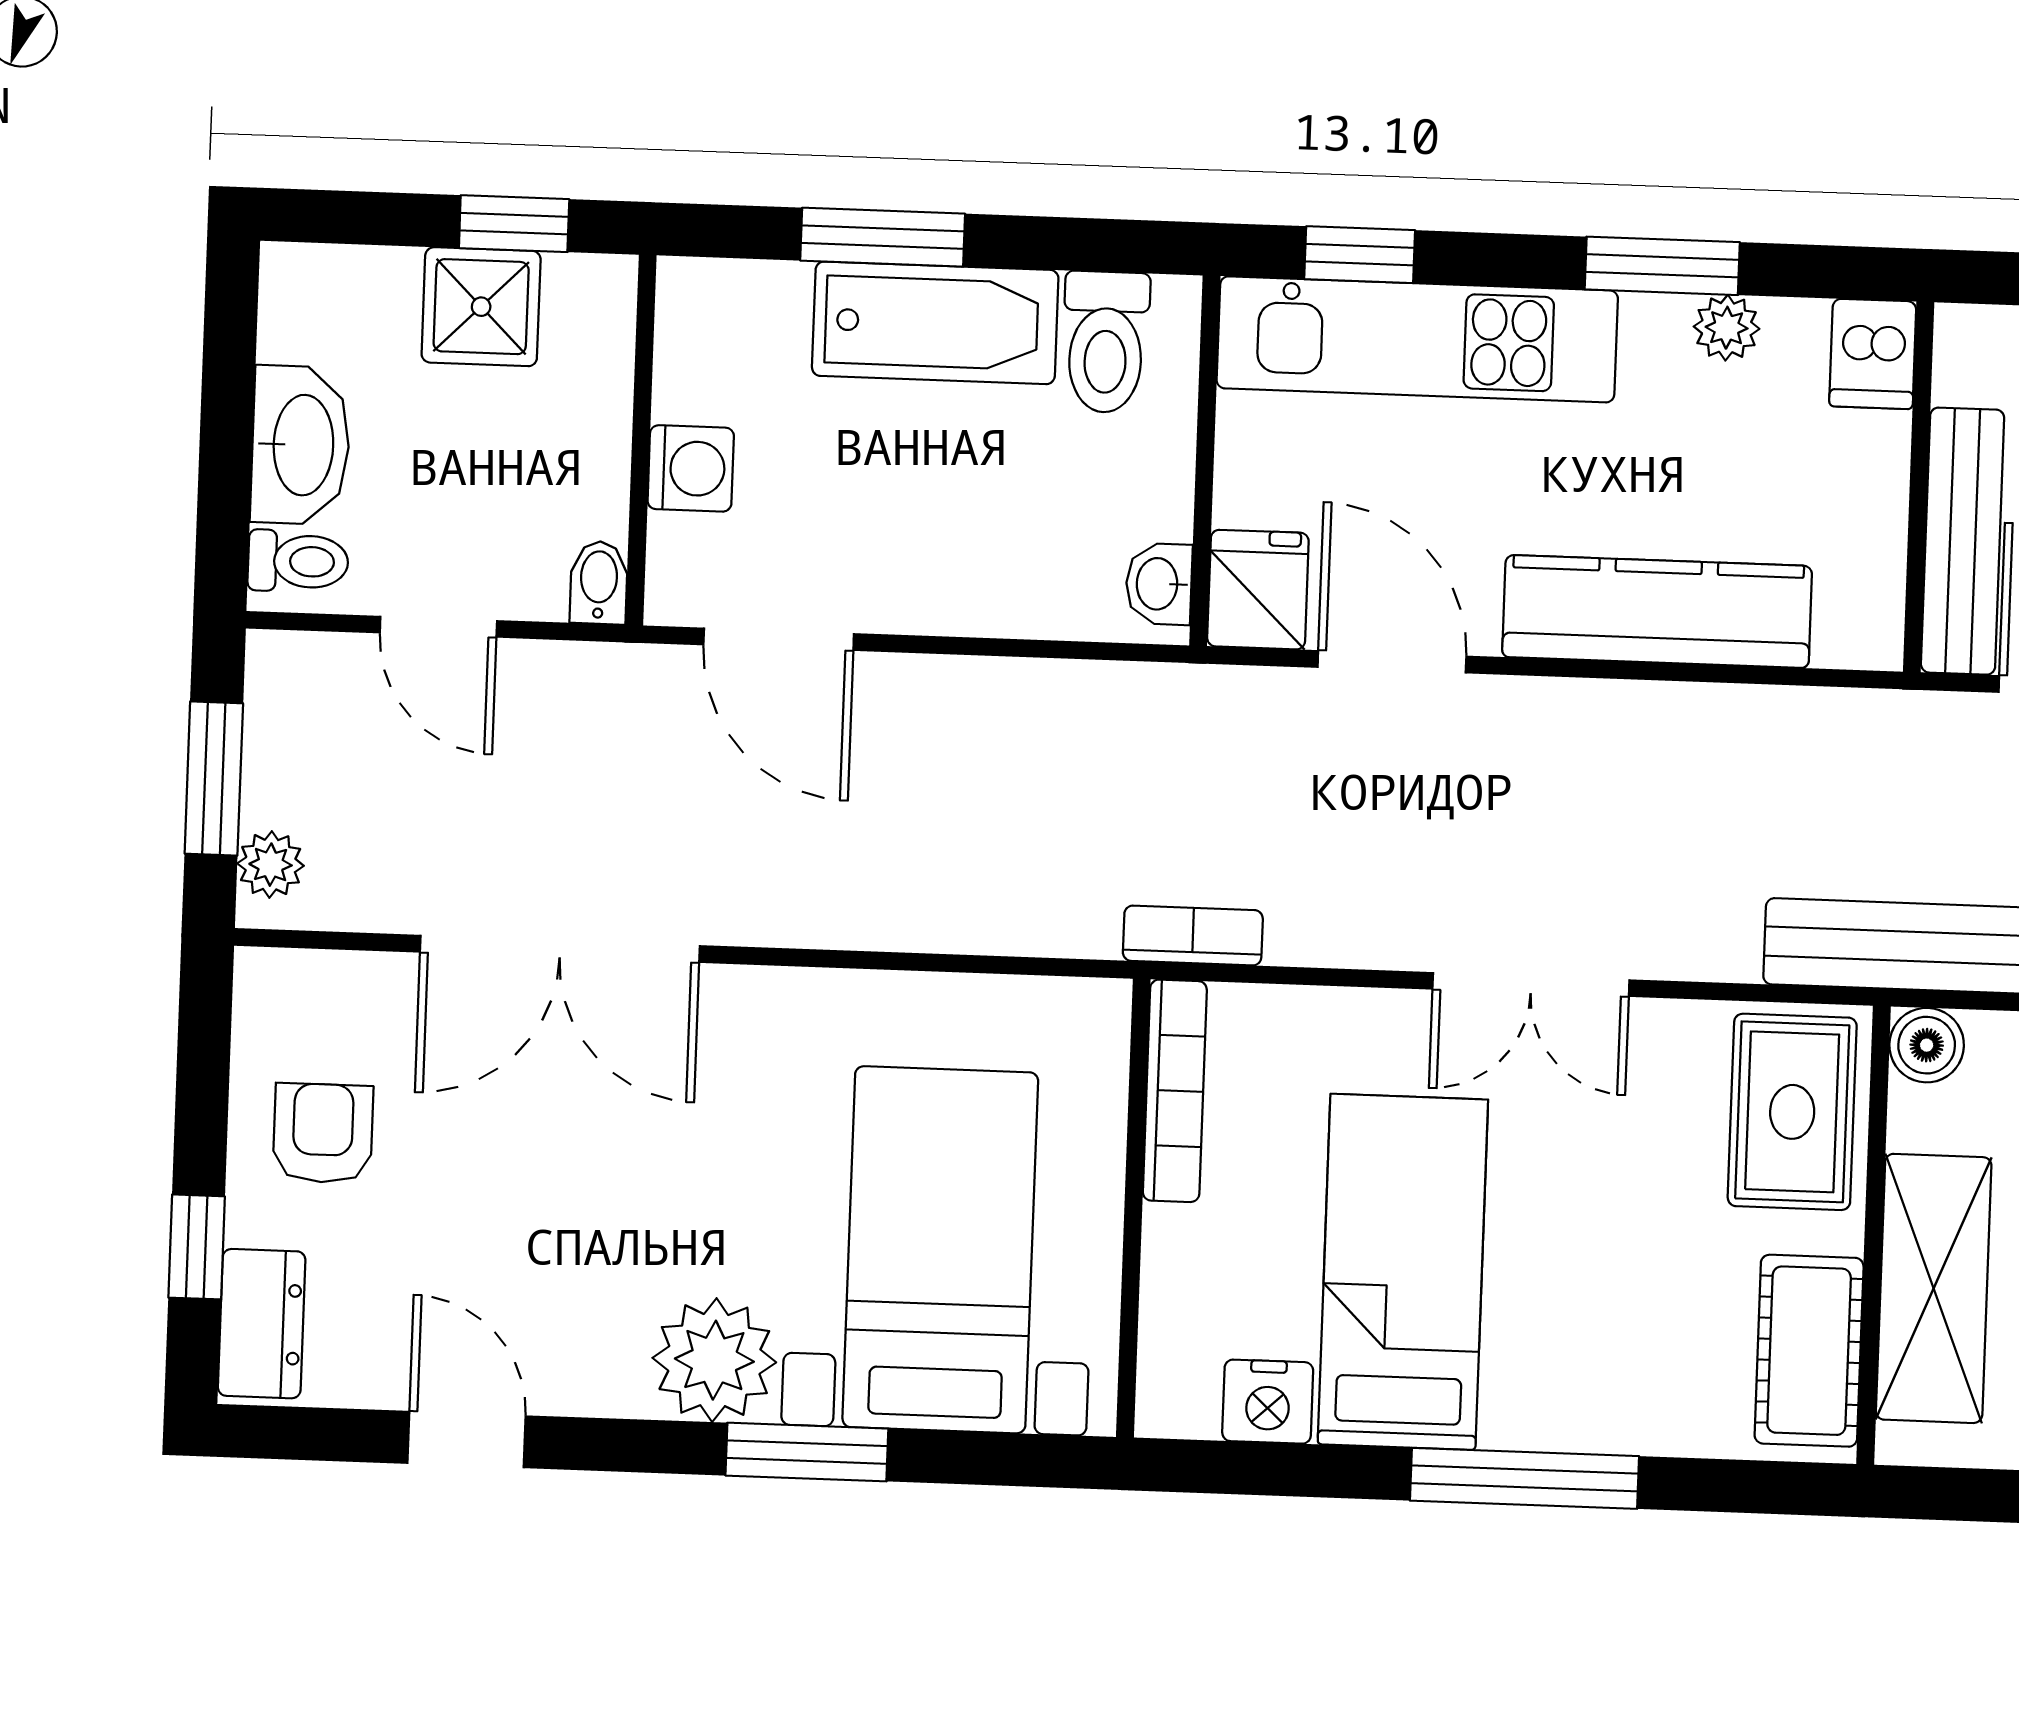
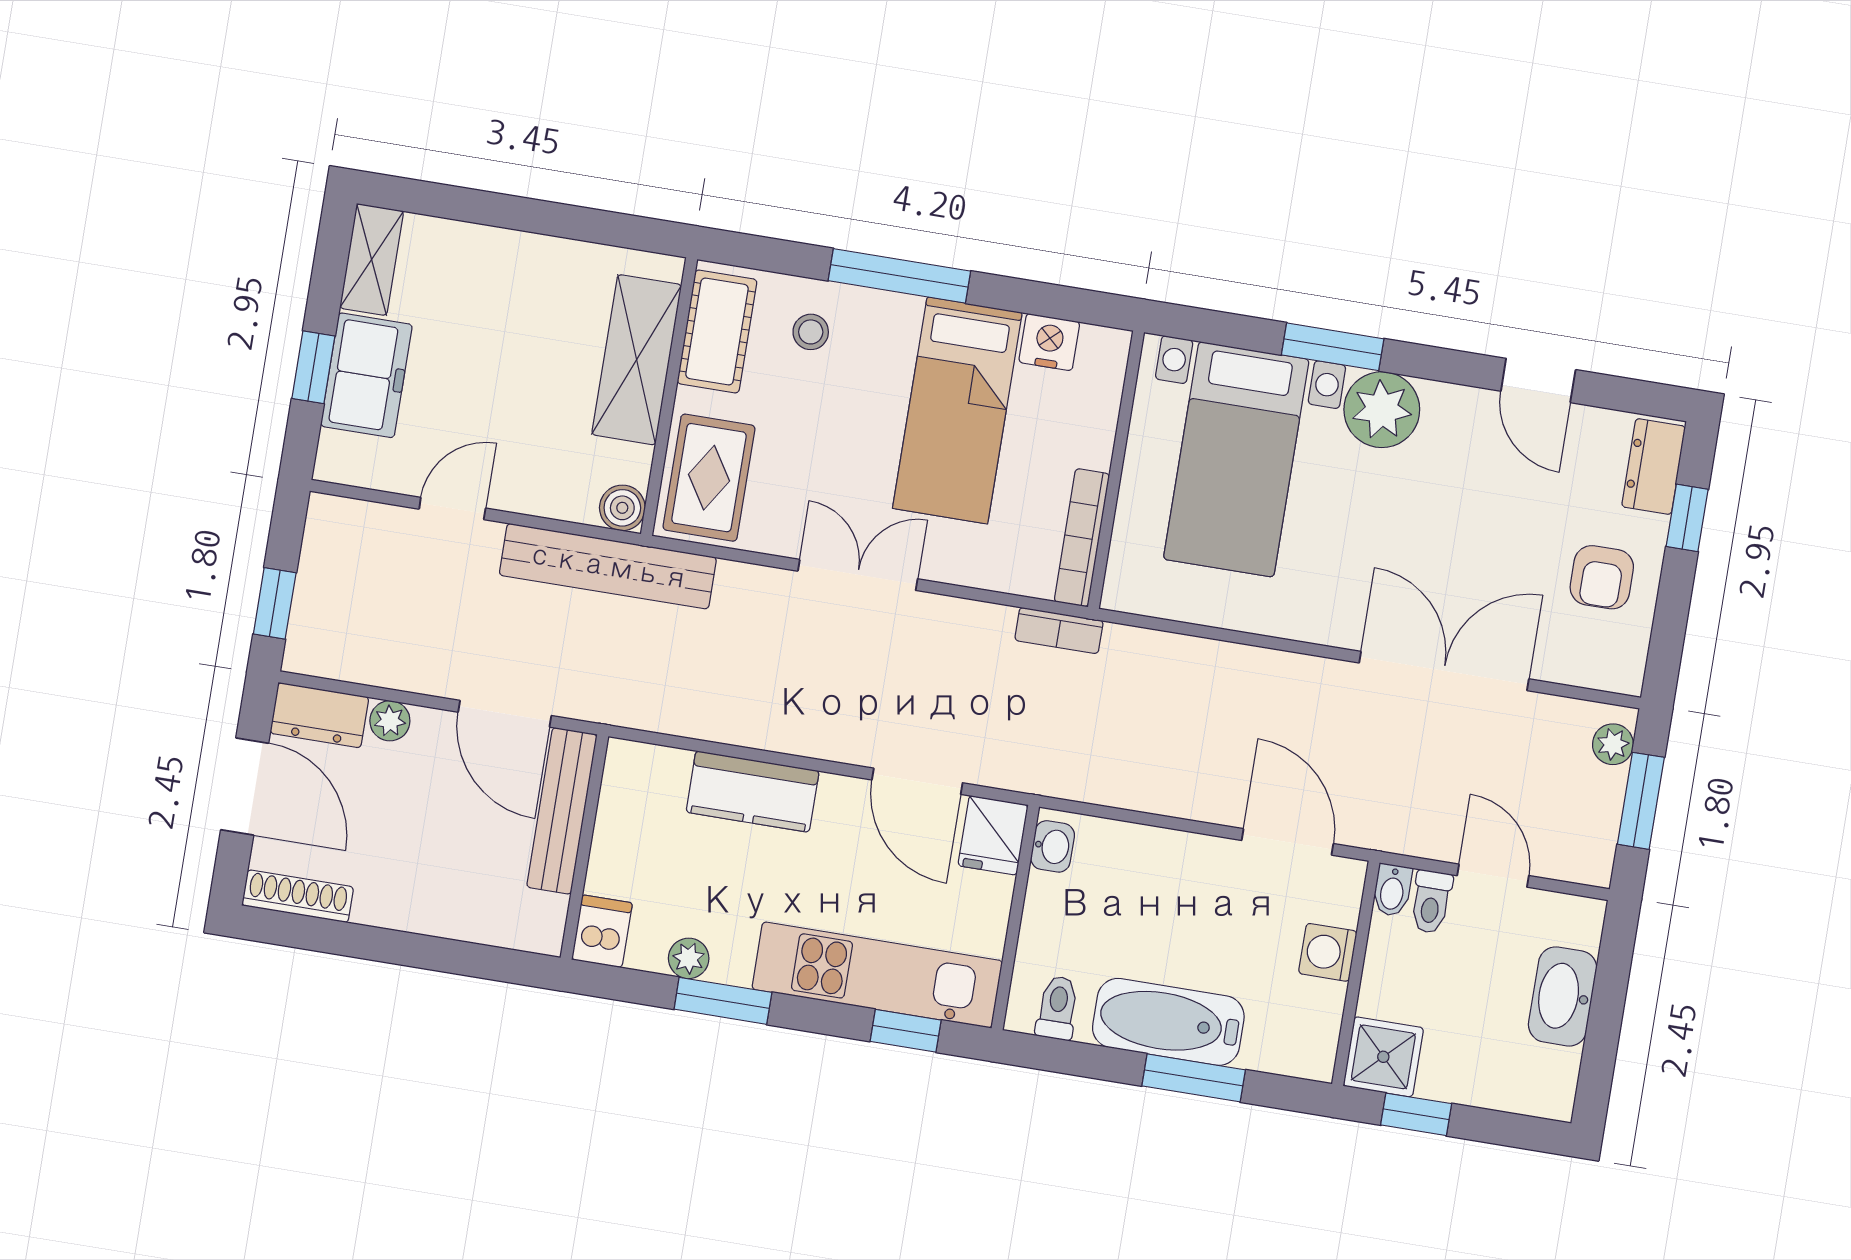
shower: (481, 307) -> (1383, 1057), moved
toilet: (1106, 342) -> (1057, 1008), width x0.73, depth x0.72
toilet: (298, 561) -> (1431, 902), moved, turned -90
kitchen counter: (1657, 611) -> (753, 792), width x0.67
stool: (1657, 1369) -> (811, 332), added

